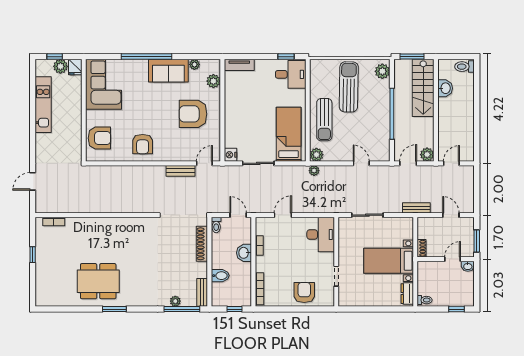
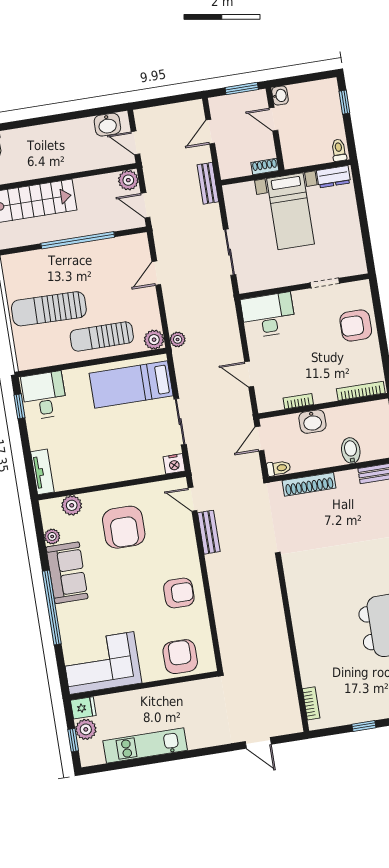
plant: (382, 71) -> (18, 264), removed
washbasin: (445, 88) -> (107, 125), moved, turned 180
sun lounger: (324, 120) -> (102, 336), turned 180

